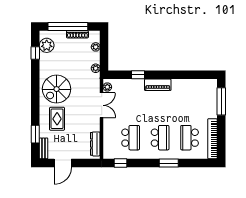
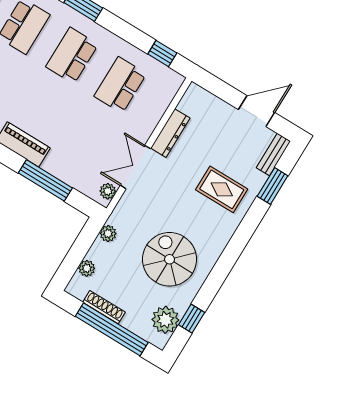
window: (138, 75) -> (45, 180), width x2.17
spiral stairs: (57, 89) -> (170, 259), moved, turned -90
rug: (57, 119) -> (222, 189), turned 90
dresser: (95, 144) -> (170, 133), moved

